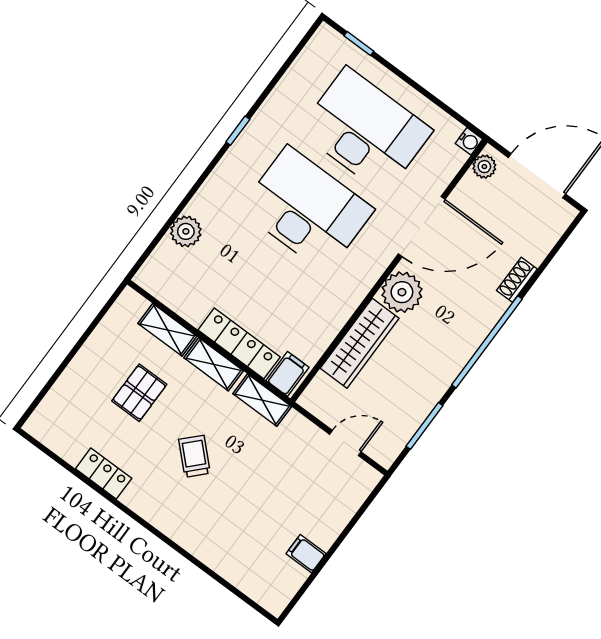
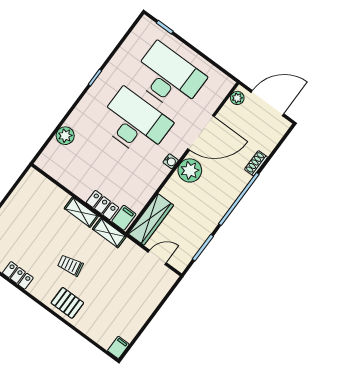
water cooler: (469, 141) -> (171, 161), moved
shelving: (167, 330) -> (55, 192), removed
locker: (239, 343) -> (102, 205), width x0.66
wardrobe: (360, 343) -> (151, 219), moved
pallet: (139, 393) -> (67, 303), moved, turned 90
trolley: (194, 456) -> (70, 265), turned -55
filing cabinet: (306, 554) -> (118, 347), moved, turned 90

